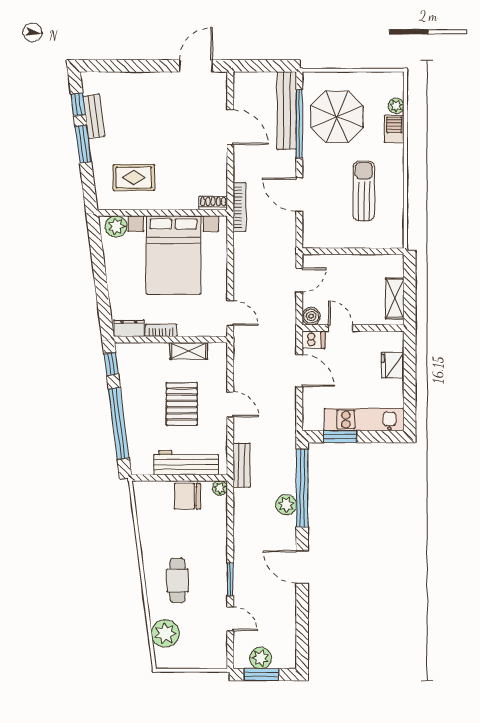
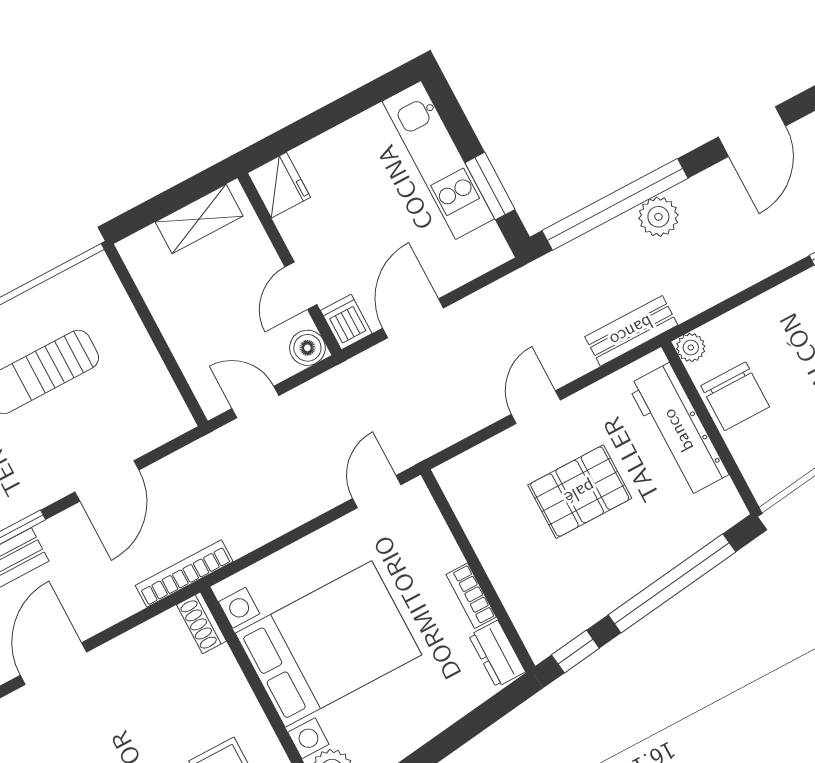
shelving: (189, 351) -> (481, 529), removed
fridge: (393, 365) -> (279, 185), moved, turned -90

